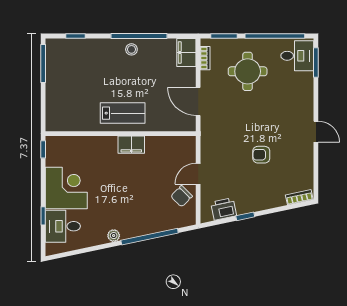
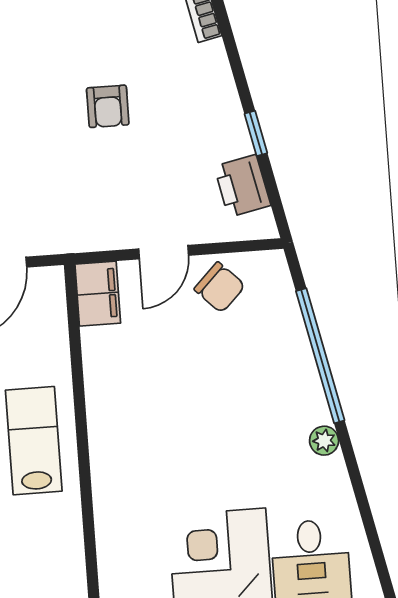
filing cabinet: (131, 145) -> (98, 294), moved
door: (198, 174) -> (164, 252), hinge flipped

